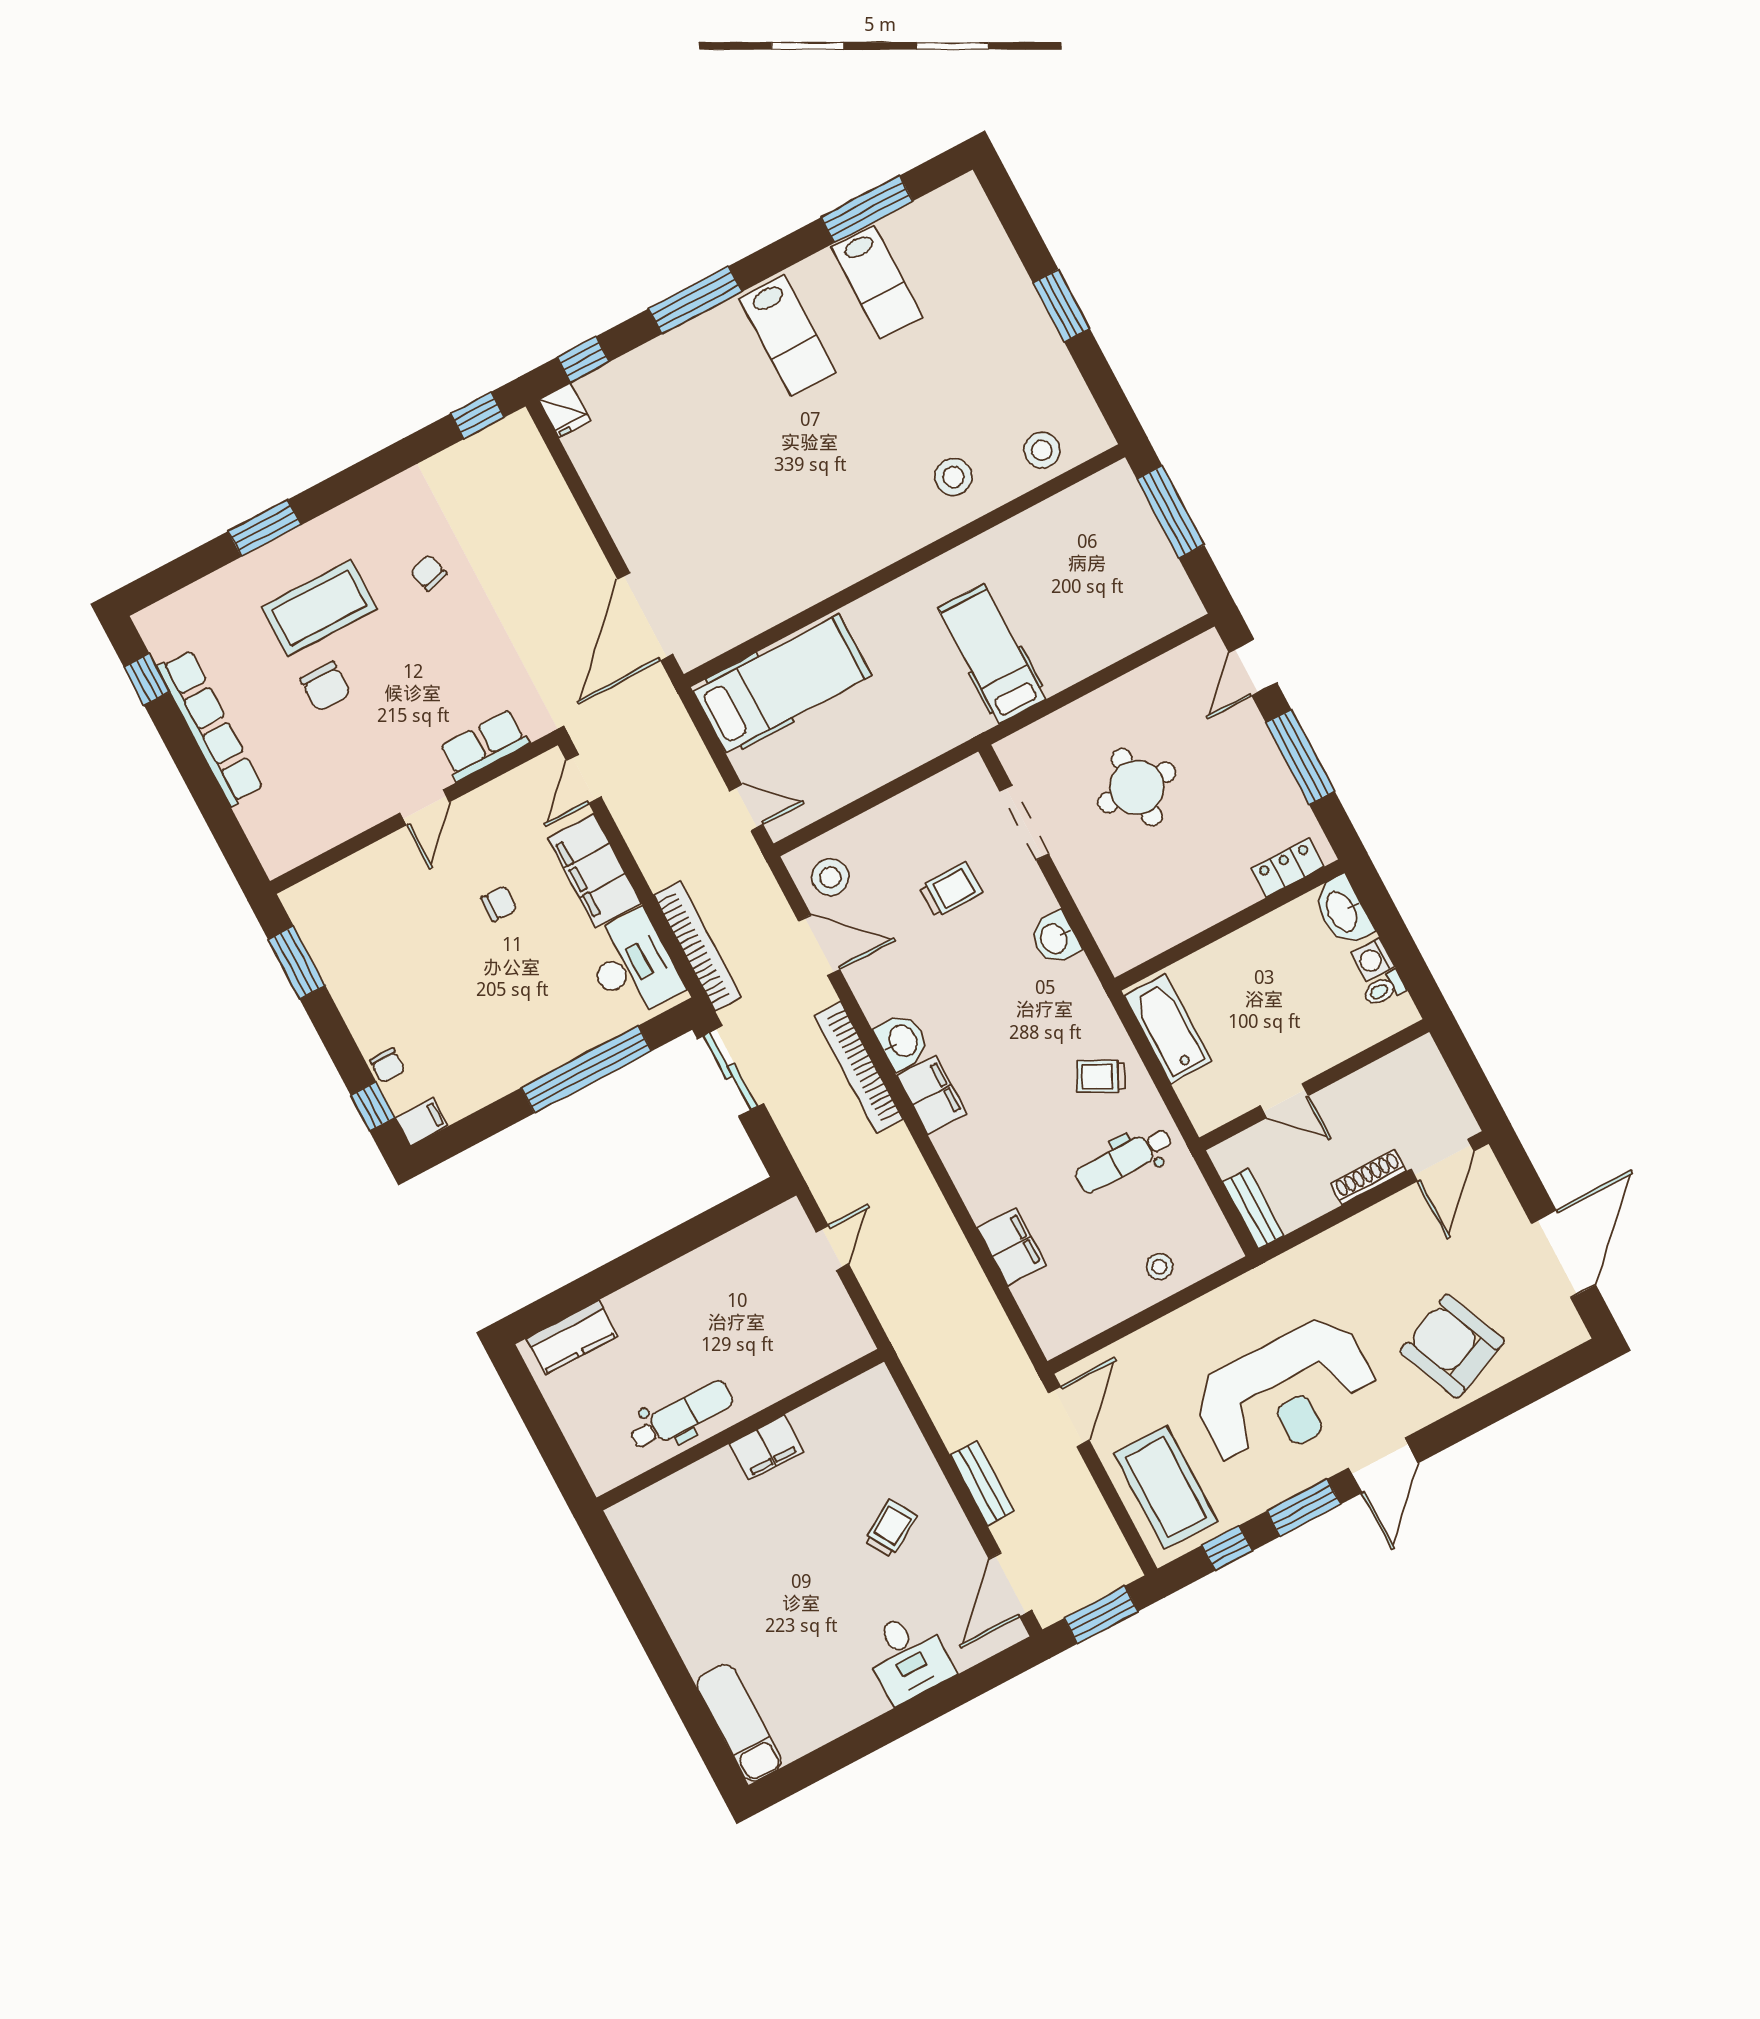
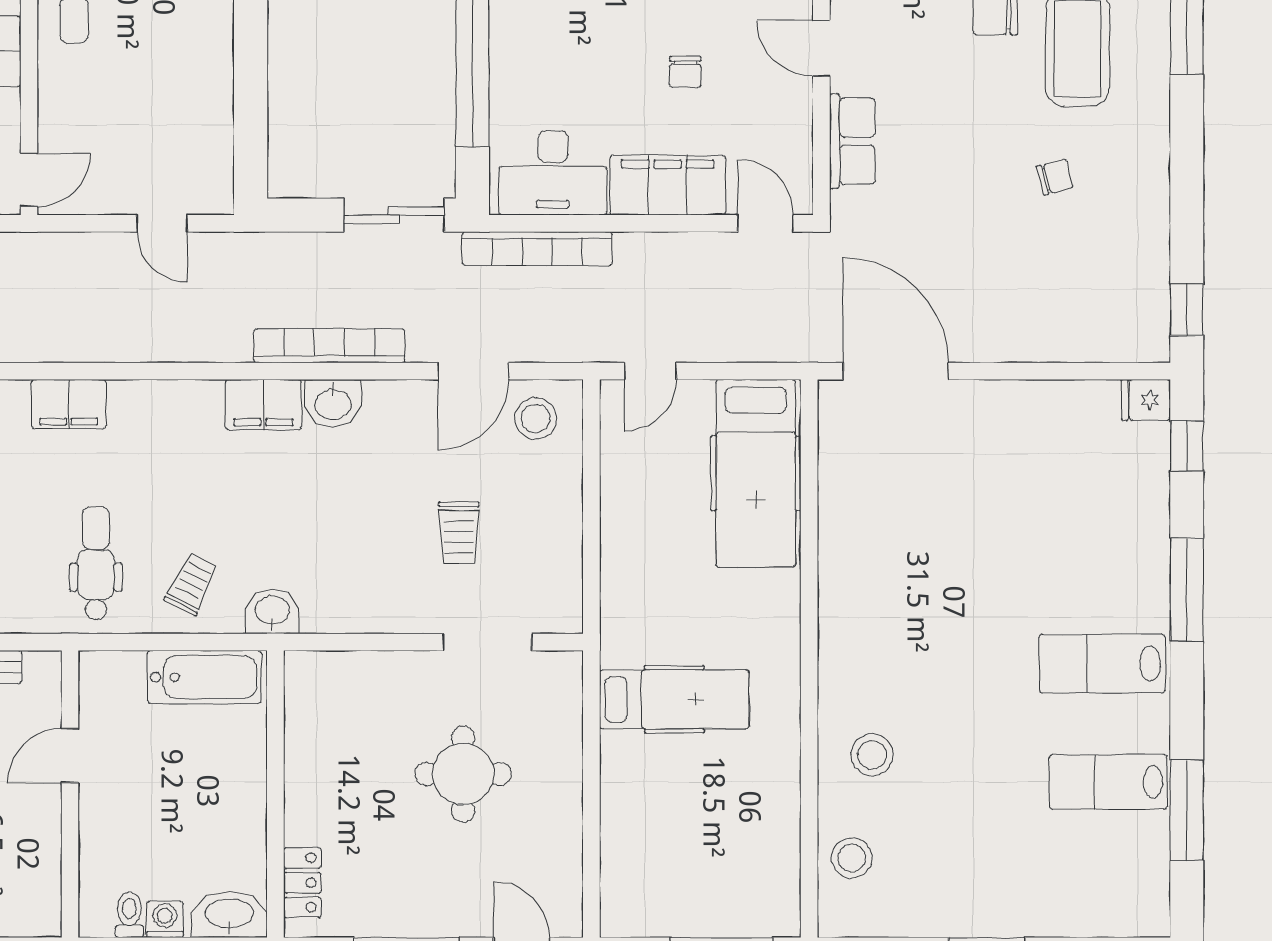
washbasin: (1055, 938) -> (272, 611), moved
door: (853, 1370) -> (29, 180), added

